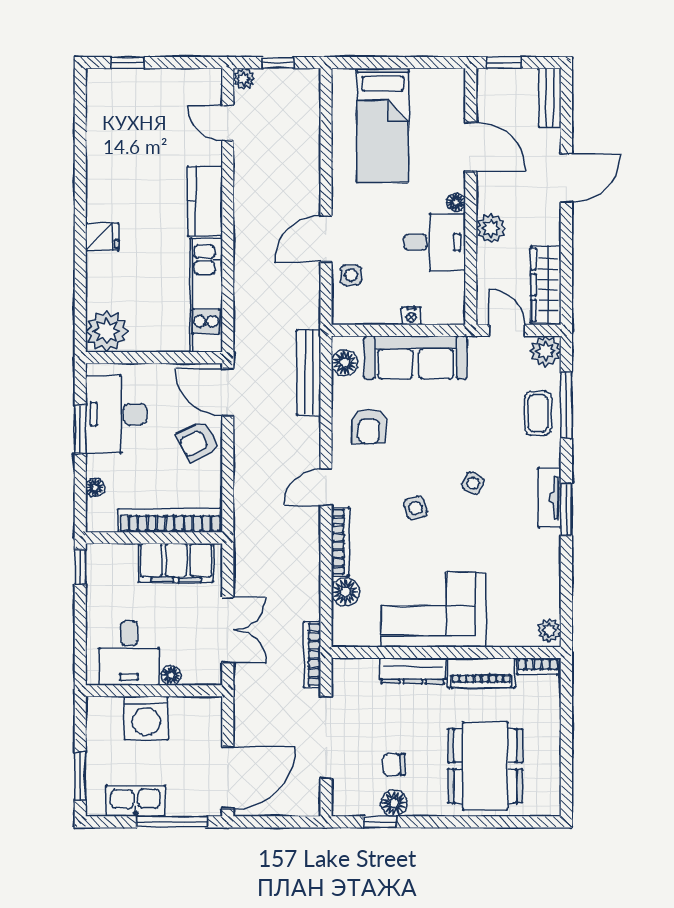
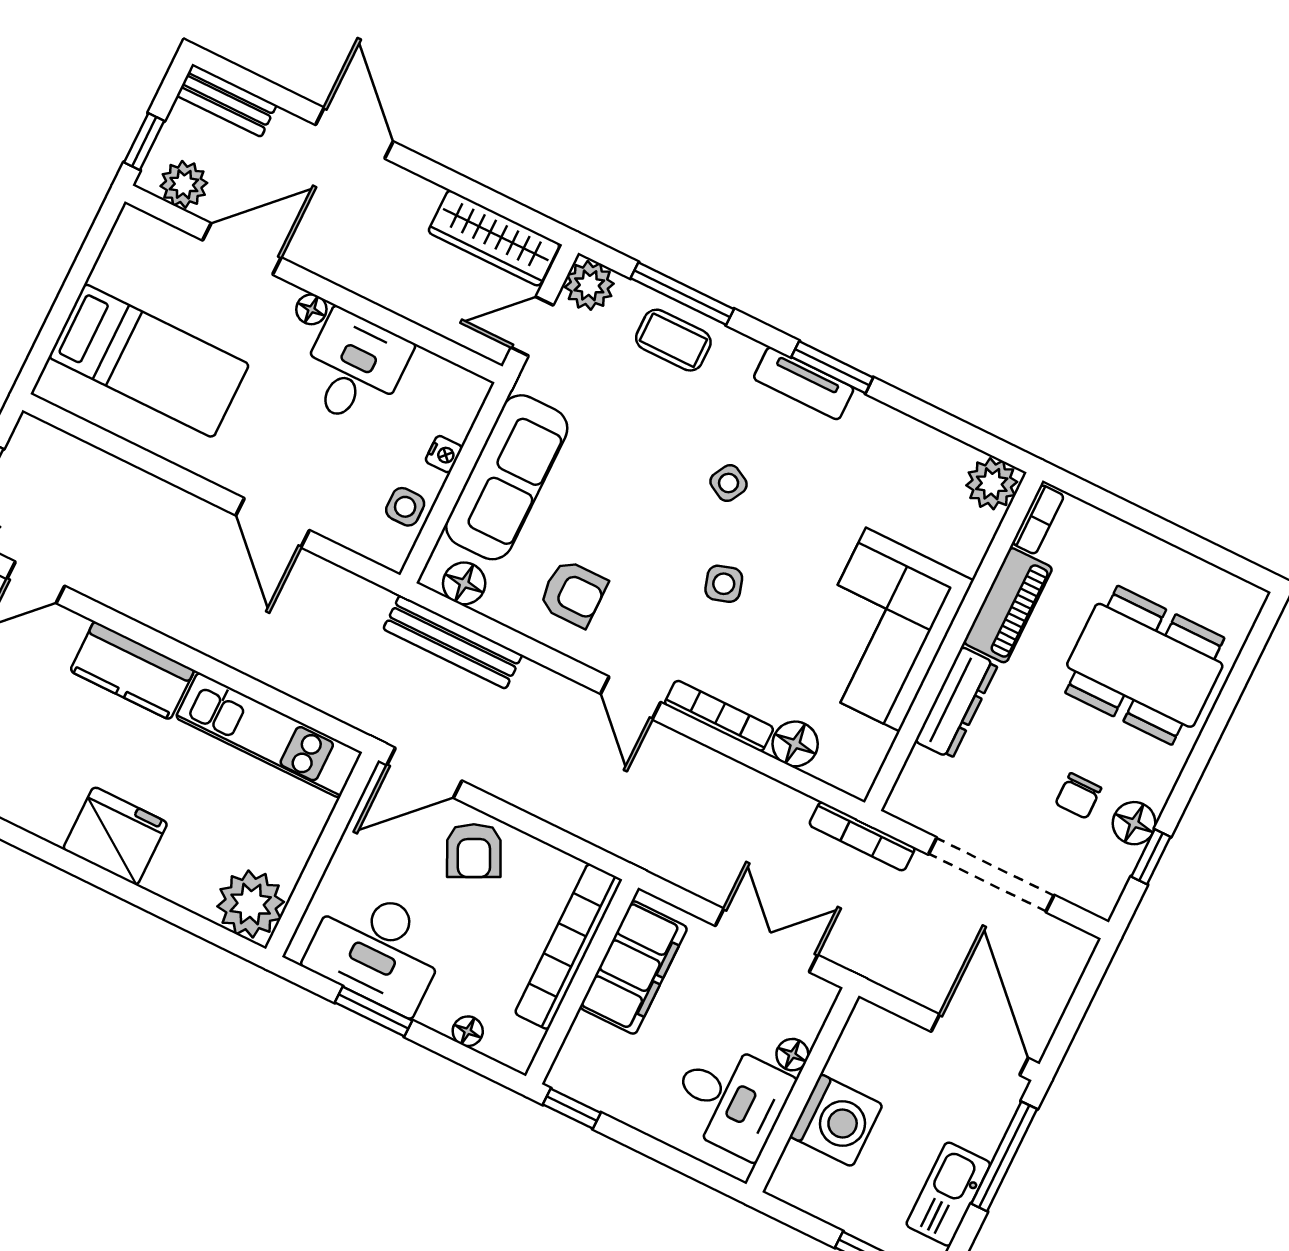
plant: (491, 228) -> (184, 184), moved
fridge: (102, 237) -> (115, 836), width x1.88, depth x1.34
side table: (351, 275) -> (405, 507), moved
plant: (549, 631) -> (992, 484), width x1.38, depth x1.38

